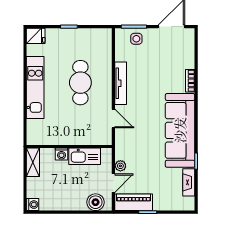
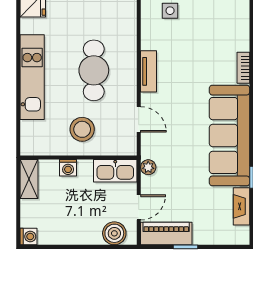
tv unit: (121, 83) -> (149, 71), width x0.71
stool: (72, 126) -> (82, 129), added
kitchen sink: (85, 156) -> (115, 171), moved
plant: (120, 166) -> (148, 167), moved

